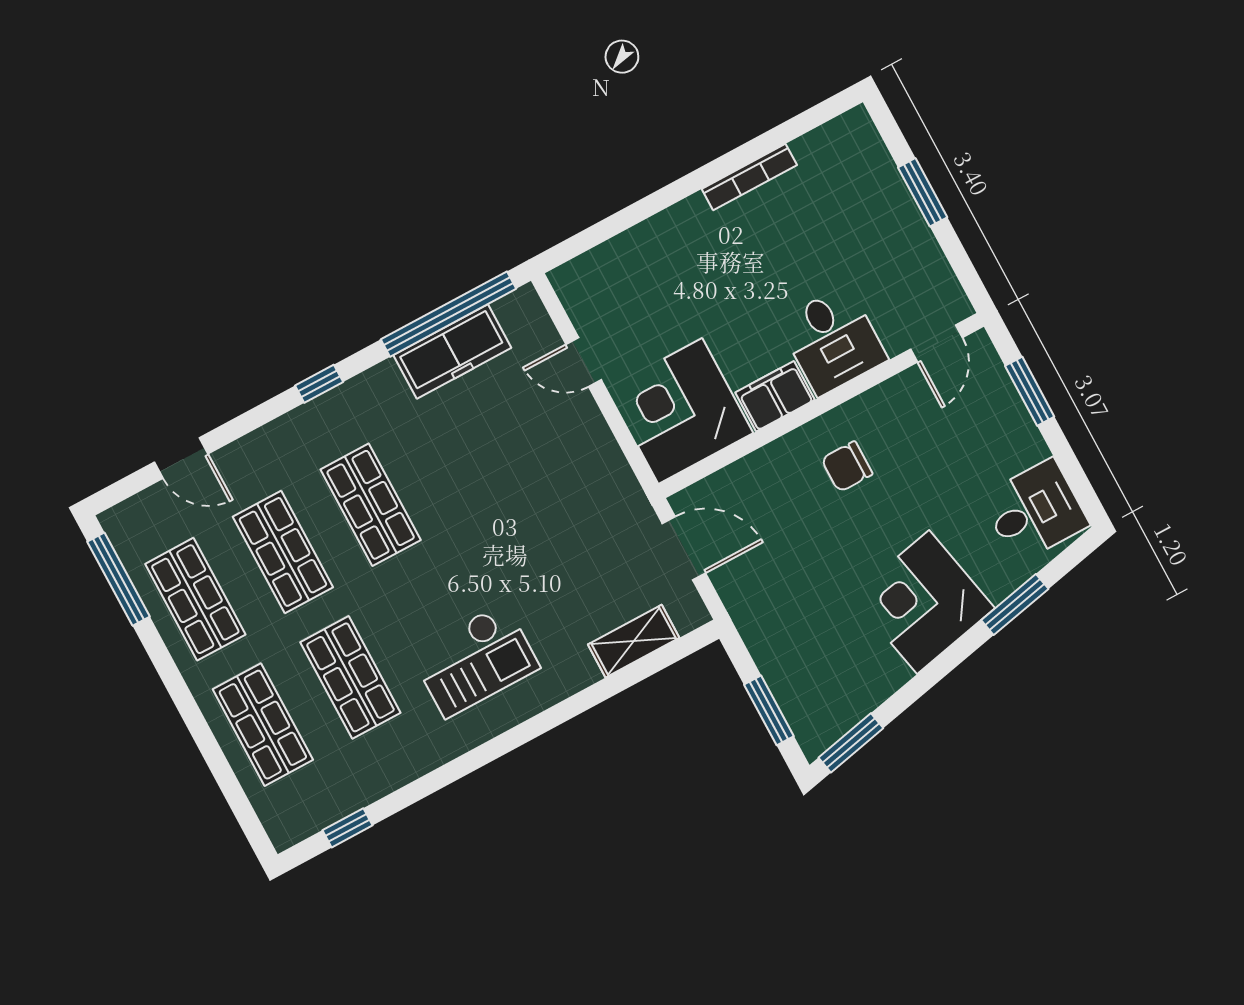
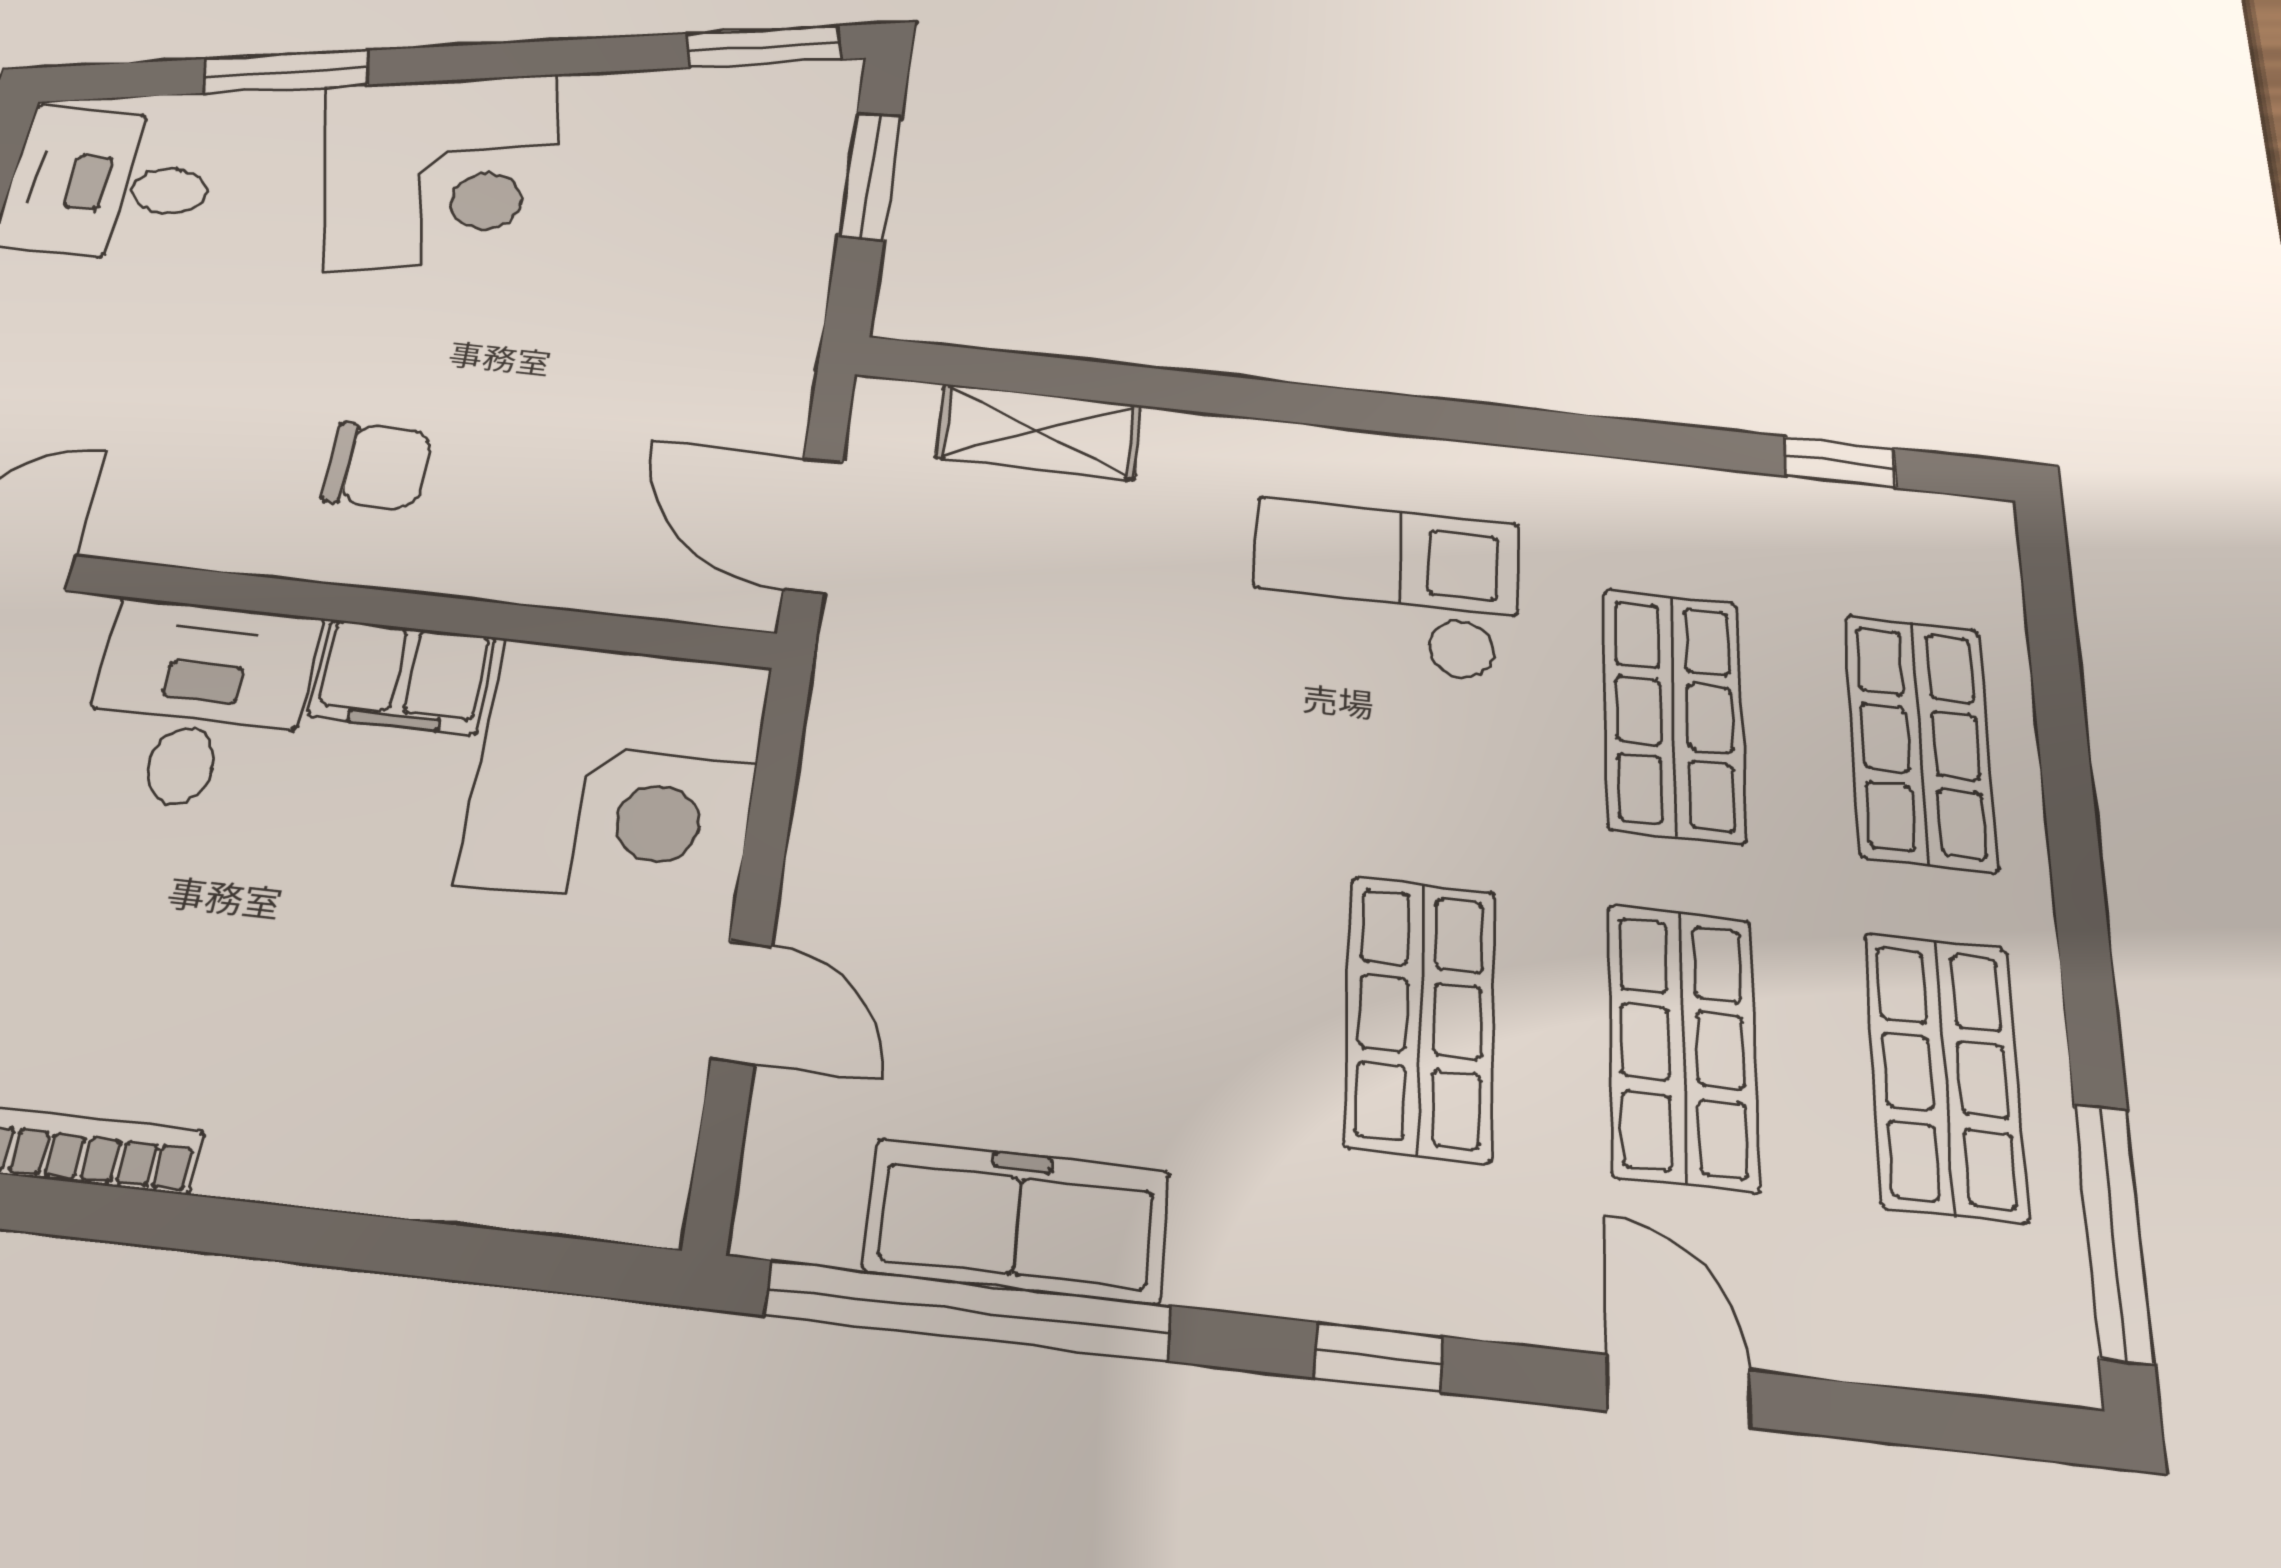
door: (181, 458) -> (1678, 1391), moved

